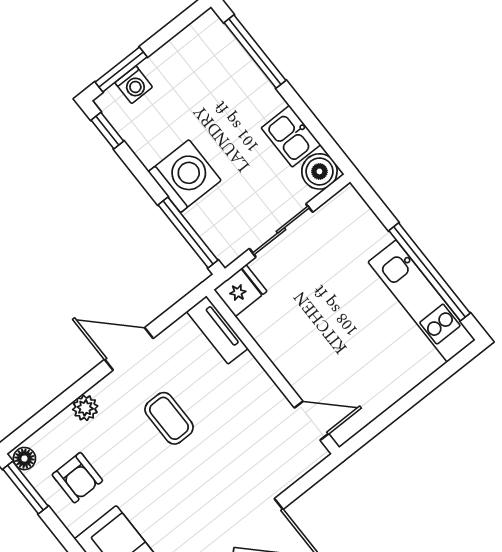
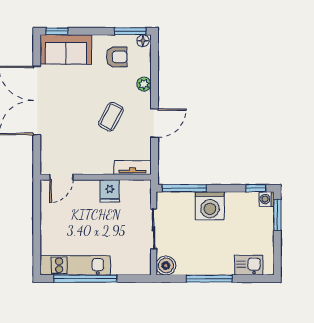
window: (255, 52) -> (209, 279), moved
washing machine: (134, 85) -> (266, 199), moved
kitchen sink: (291, 136) -> (249, 265), moved
fridge: (240, 290) -> (110, 191), moved
coffee table: (169, 418) -> (111, 117), turned -62
armchair: (77, 478) -> (117, 57), turned 180

